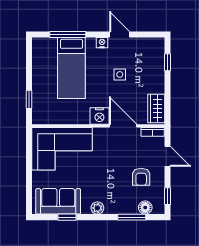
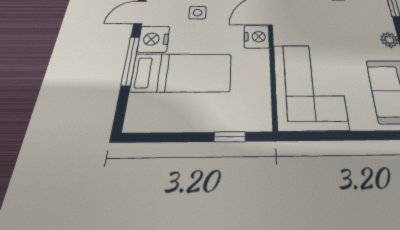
window: (68, 34) -> (130, 61), moved
nightstand: (102, 43) -> (154, 39), width x1.89, depth x1.79

